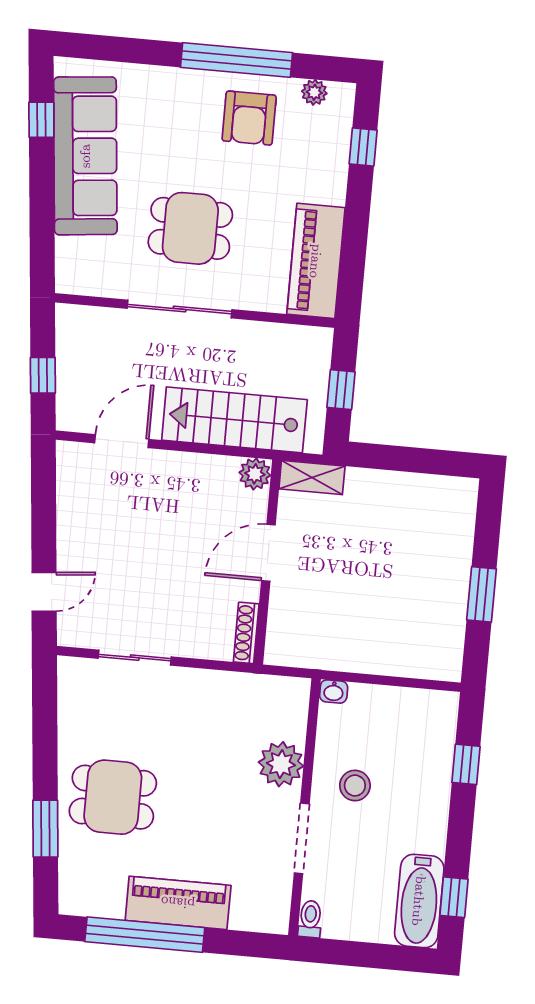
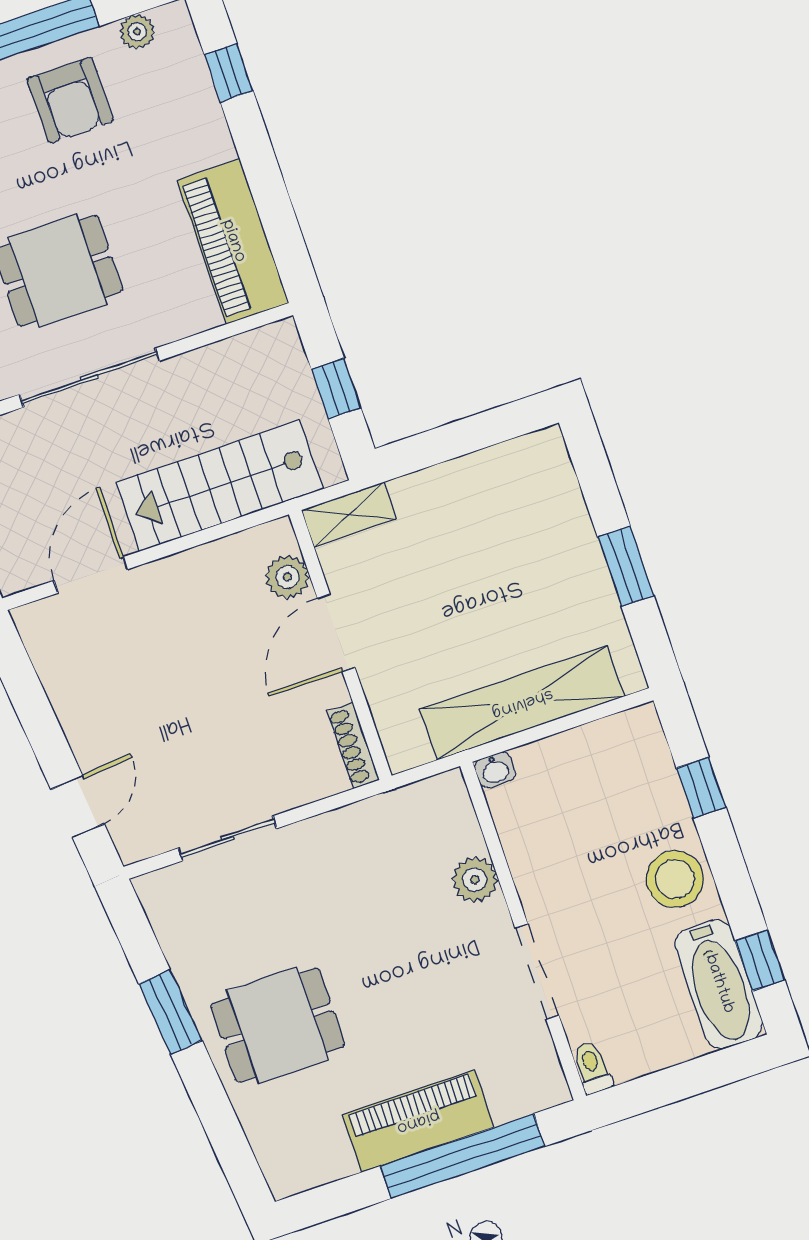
plant: (255, 474) -> (287, 577), moved
shelving: (372, 655) -> (522, 703), added
plant: (281, 764) -> (475, 880), width x0.73, depth x0.73
stool: (355, 786) -> (675, 879), moved, width x1.38, depth x1.38
window: (45, 829) -> (170, 1012), moved
window: (145, 935) -> (462, 1156), moved

